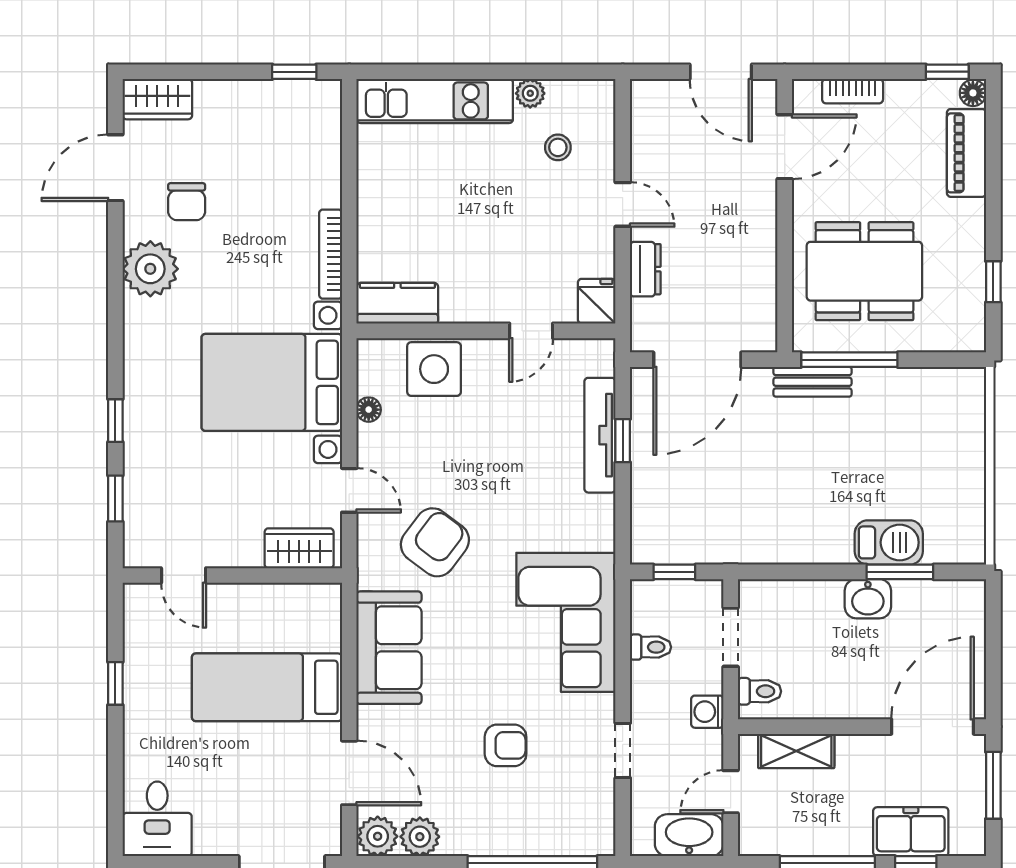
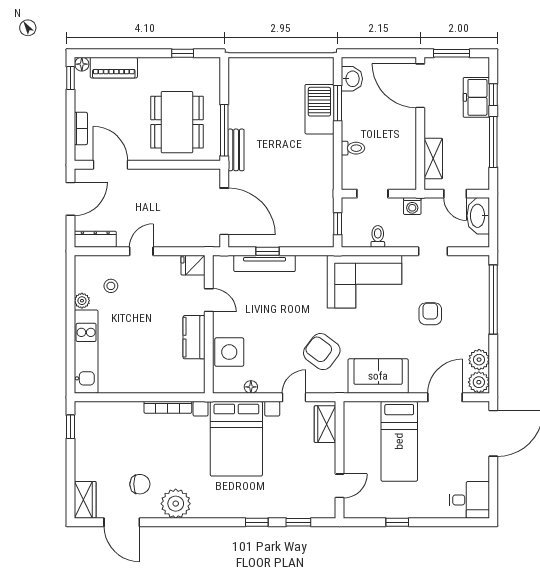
dresser: (645, 269) -> (95, 239), moved, width x1.44
kitchen counter: (397, 303) -> (194, 337), moved
barbecue: (889, 542) -> (319, 109), width x1.37, depth x1.21
washbasin: (868, 599) -> (352, 79), moved
toilet: (759, 691) -> (353, 148), moved, turned 90

